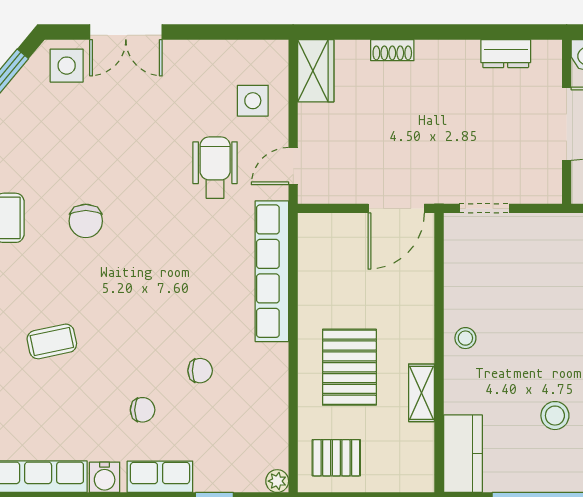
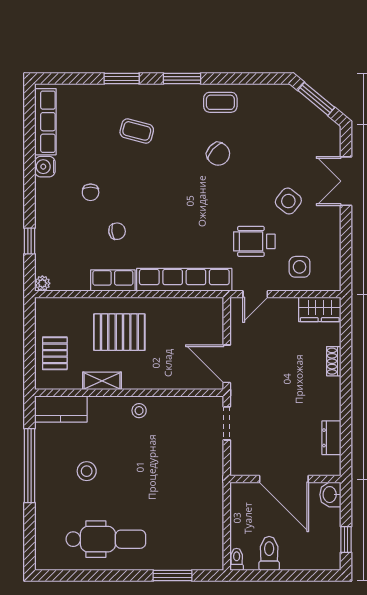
side table: (67, 66) -> (288, 201), moved, turned 38
door: (293, 166) -> (255, 294), swing flipped
wheelchair: (215, 168) -> (254, 241), turned 180
chair: (86, 221) -> (218, 154), turned -138
coffee table: (52, 341) -> (137, 131), turned -63
chair: (200, 371) -> (117, 231), turned -98
pallet: (336, 458) -> (55, 353), moved
row of seats: (160, 477) -> (113, 280), moved, turned -90

